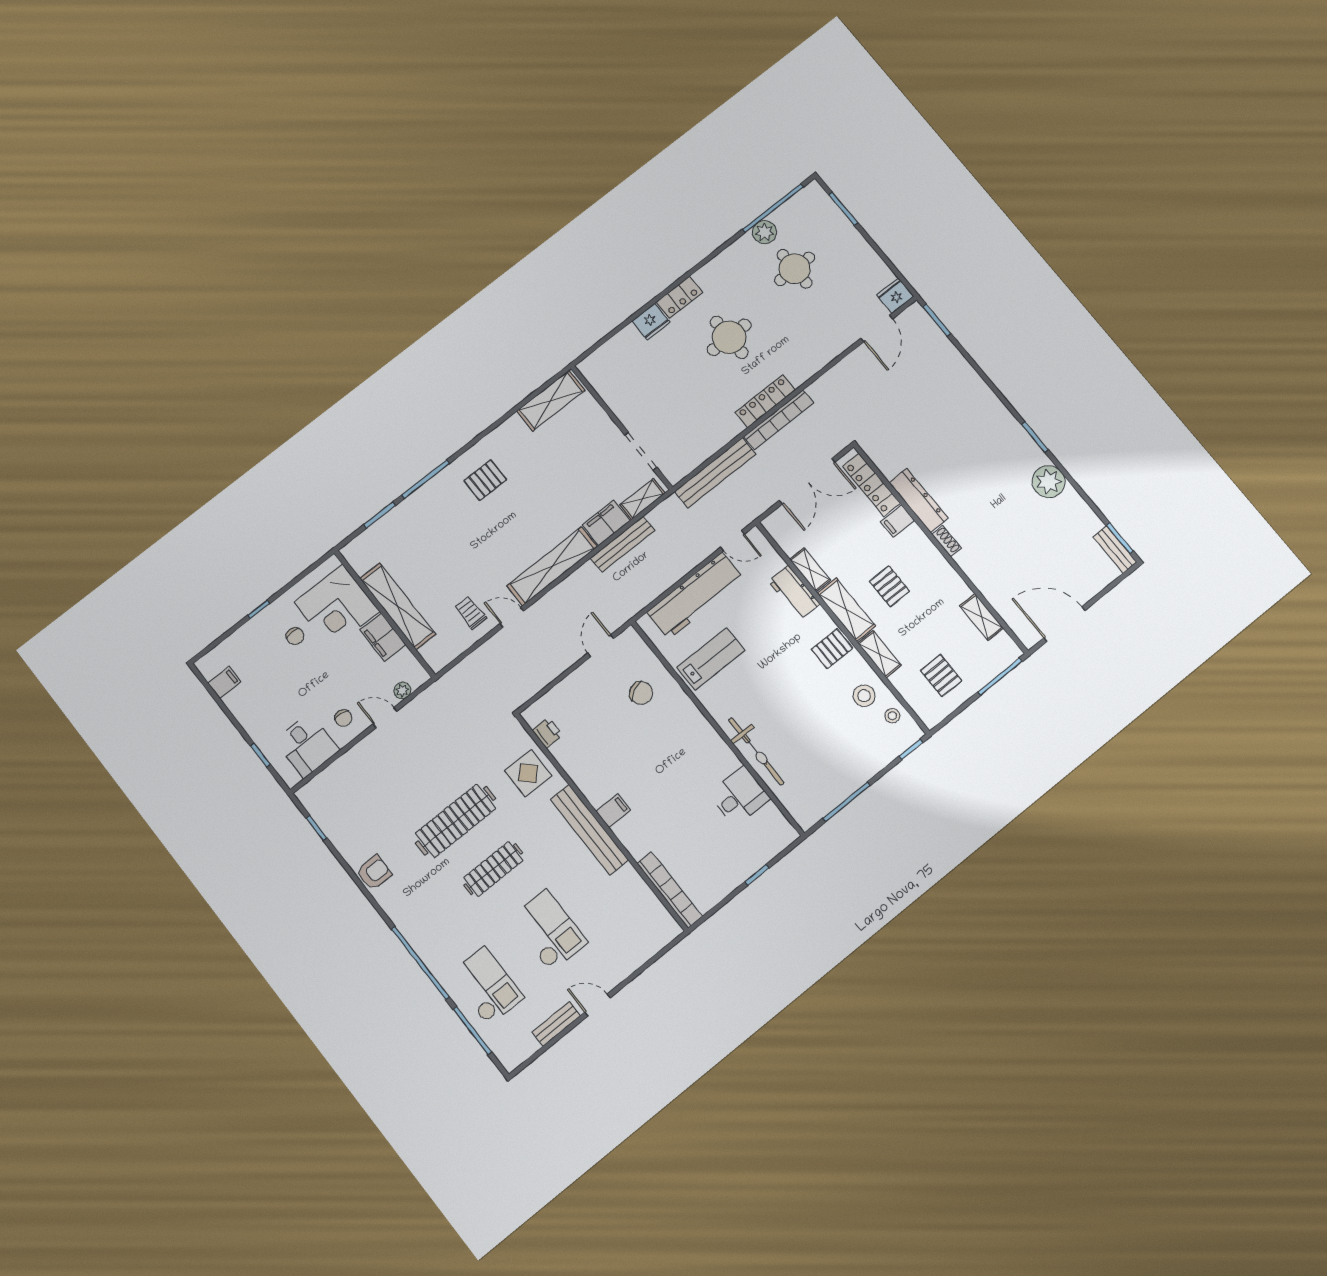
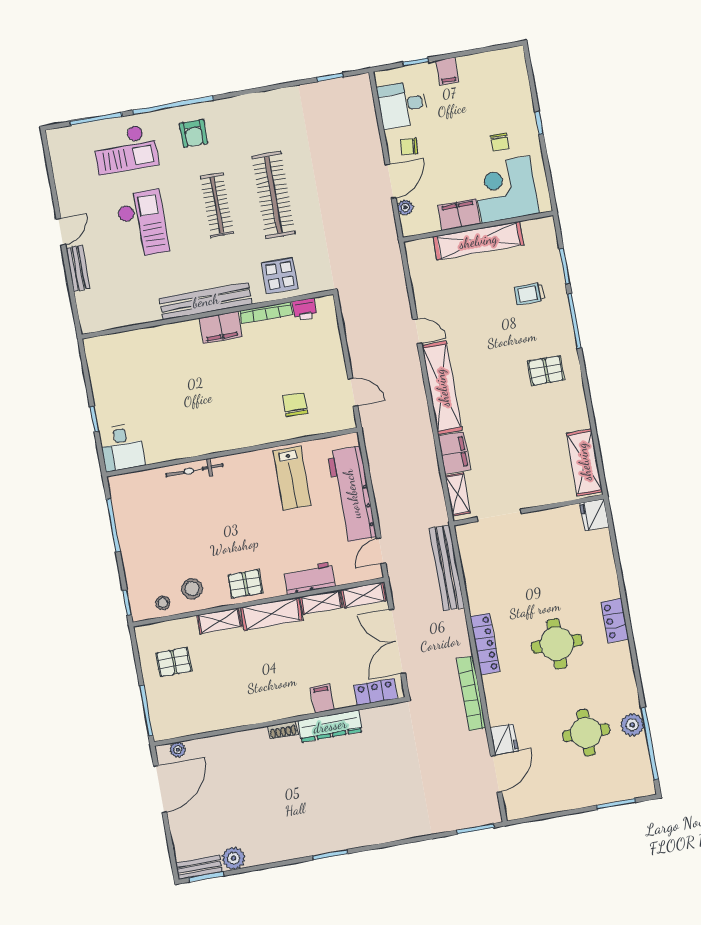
fridge: (895, 296) -> (504, 739), moved
fridge: (651, 322) -> (594, 515), moved
door: (877, 329) -> (496, 774), swing flipped
bookcase: (779, 420) -> (471, 693), moved
pallet: (485, 480) -> (546, 371), turned 90
plant: (1049, 482) -> (234, 858), moved, width x0.73, depth x0.73
locker: (871, 485) -> (375, 692), width x0.66
bench: (623, 544) -> (428, 457), removed
pallet: (889, 586) -> (271, 661), removed
trolley: (471, 613) -> (529, 294), moved, turned 180
door: (512, 617) -> (417, 331), hinge flipped
shelving: (982, 617) -> (364, 595), moved
plant: (1019, 628) -> (178, 750), added
chair: (295, 636) -> (500, 142), turned -90
pallet: (832, 649) -> (245, 584), turned 90
filing cabinet: (224, 682) -> (447, 71), moved
chair: (641, 693) -> (295, 405), turned 116
door: (385, 718) -> (391, 181), width x1.38
bicycle: (756, 751) -> (194, 470), width x0.73, depth x0.71
desk: (739, 796) -> (122, 447), moved
filing cabinet: (613, 811) -> (221, 327), width x2.00
armchair: (374, 873) -> (193, 133), moved
bookcase: (670, 890) -> (266, 313), moved, width x0.68, depth x0.76
checkout: (549, 930) -> (142, 224), turned -90
bench: (556, 1024) -> (78, 268), moved

